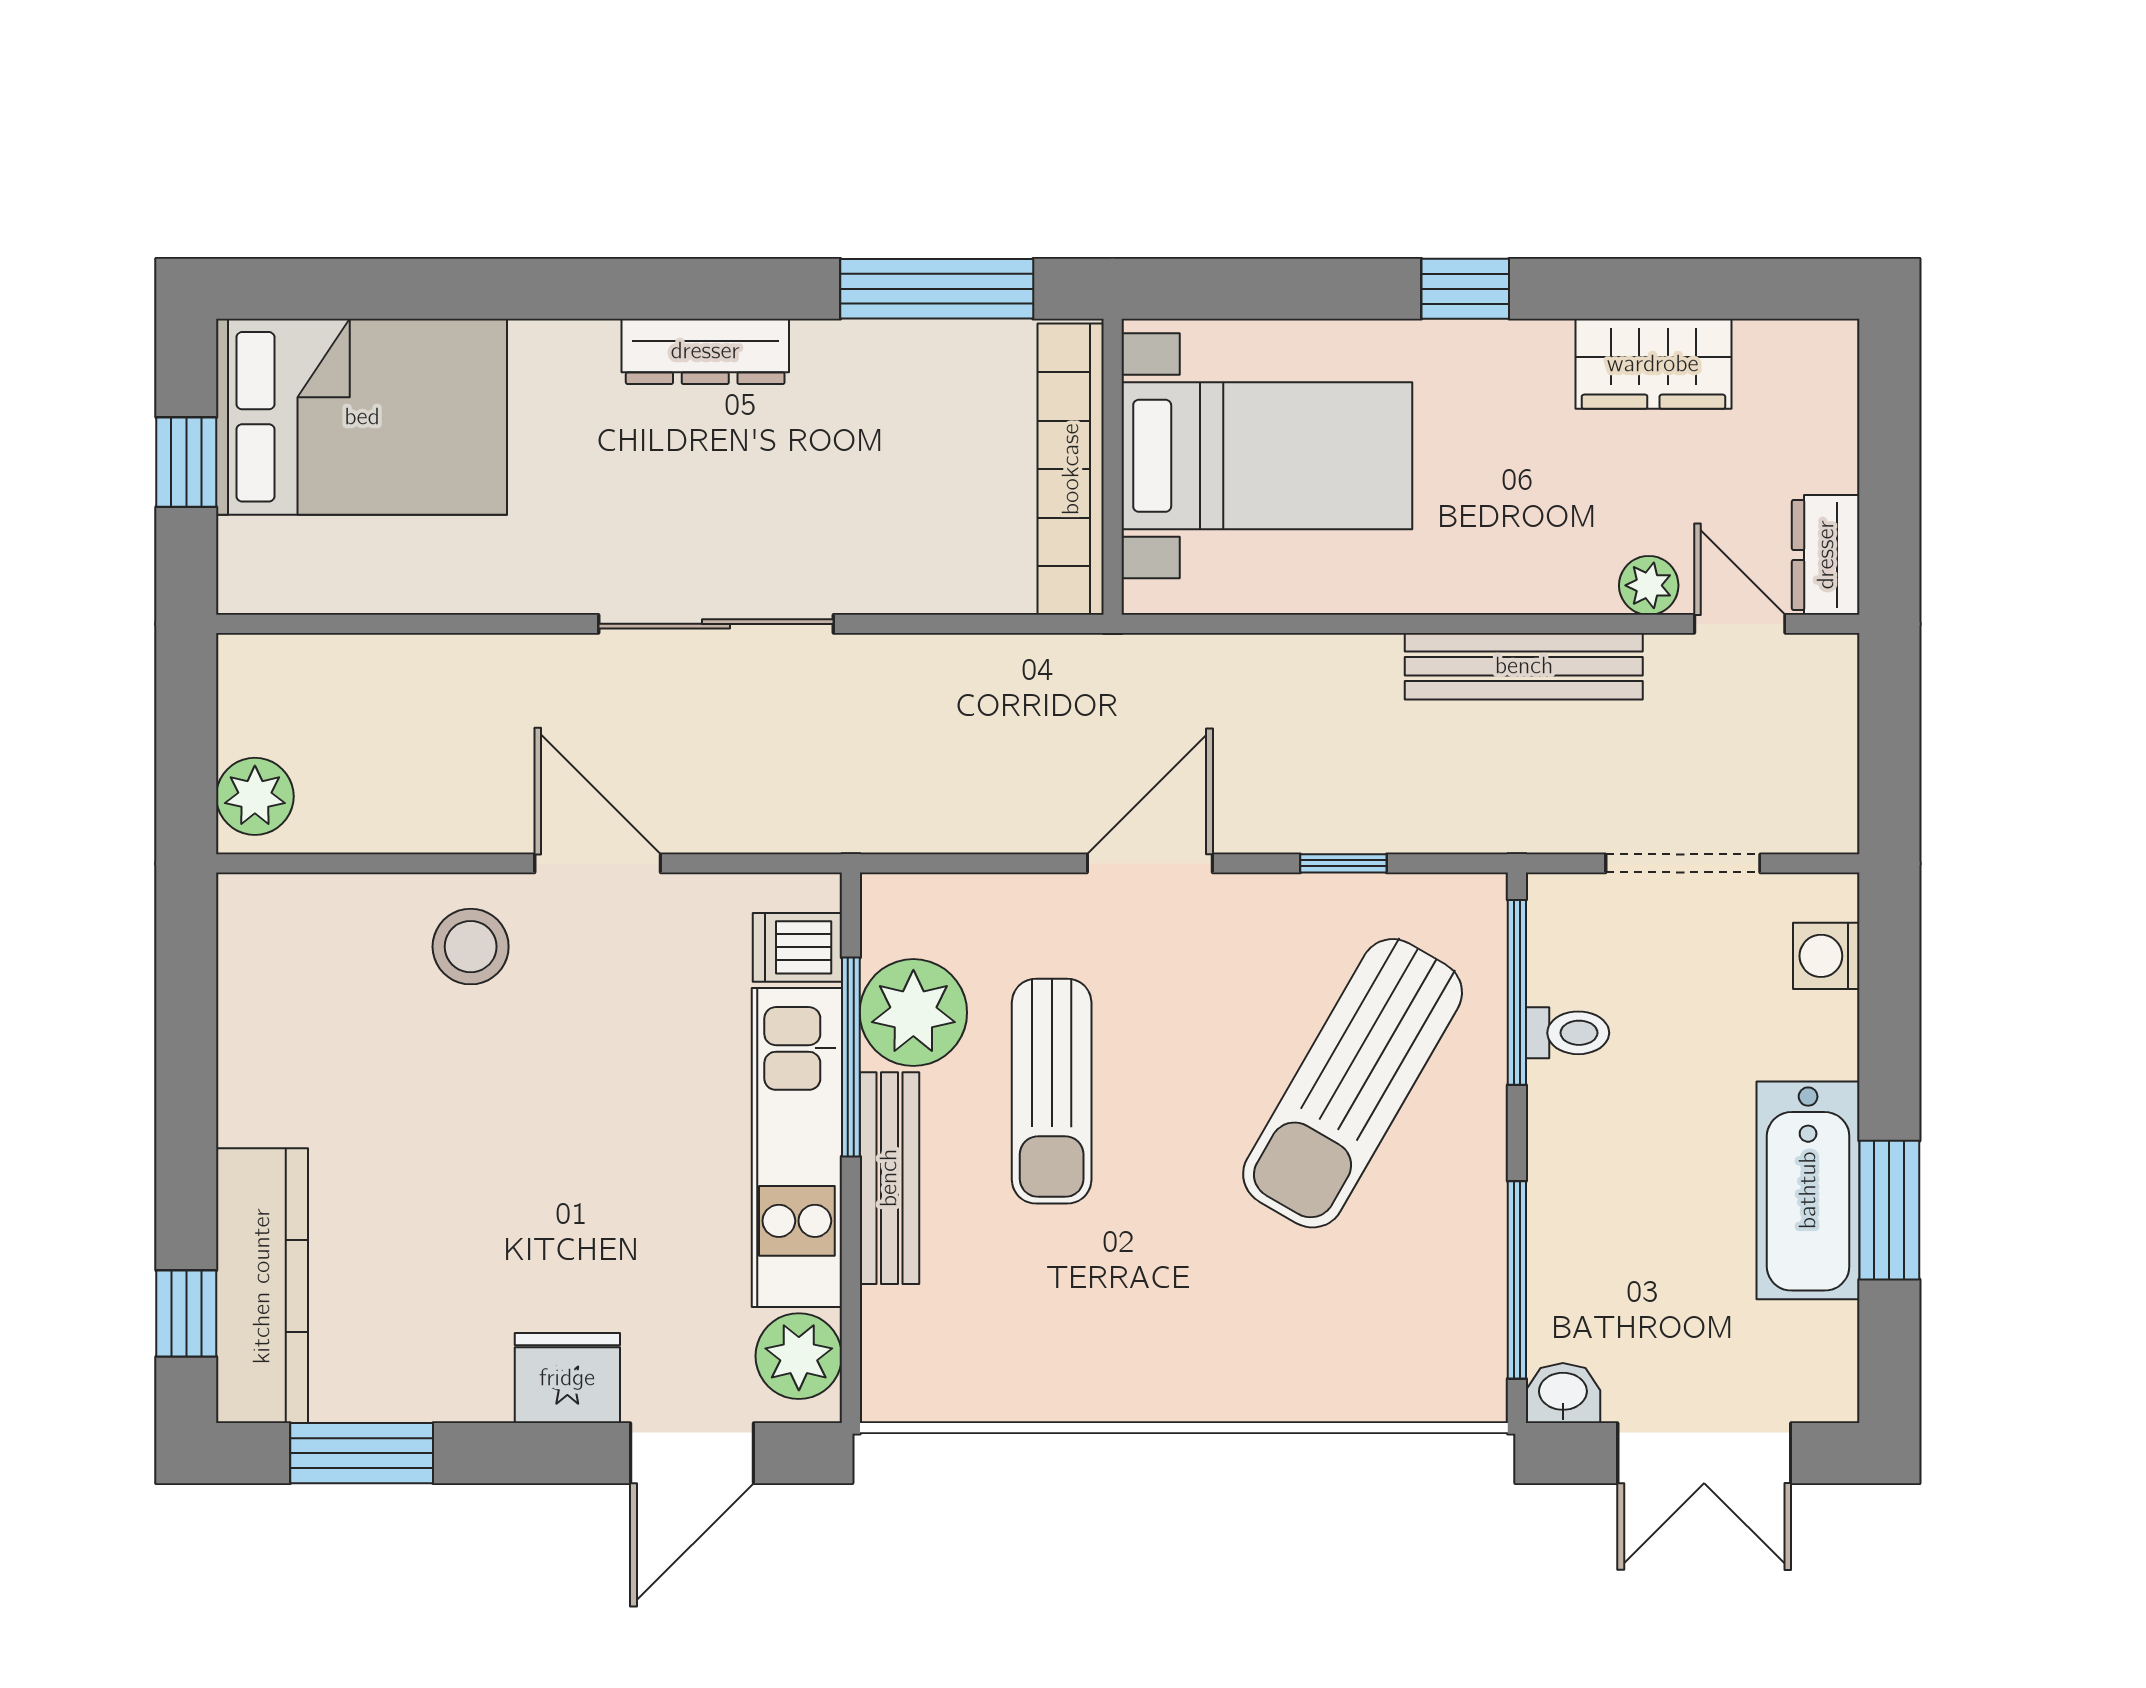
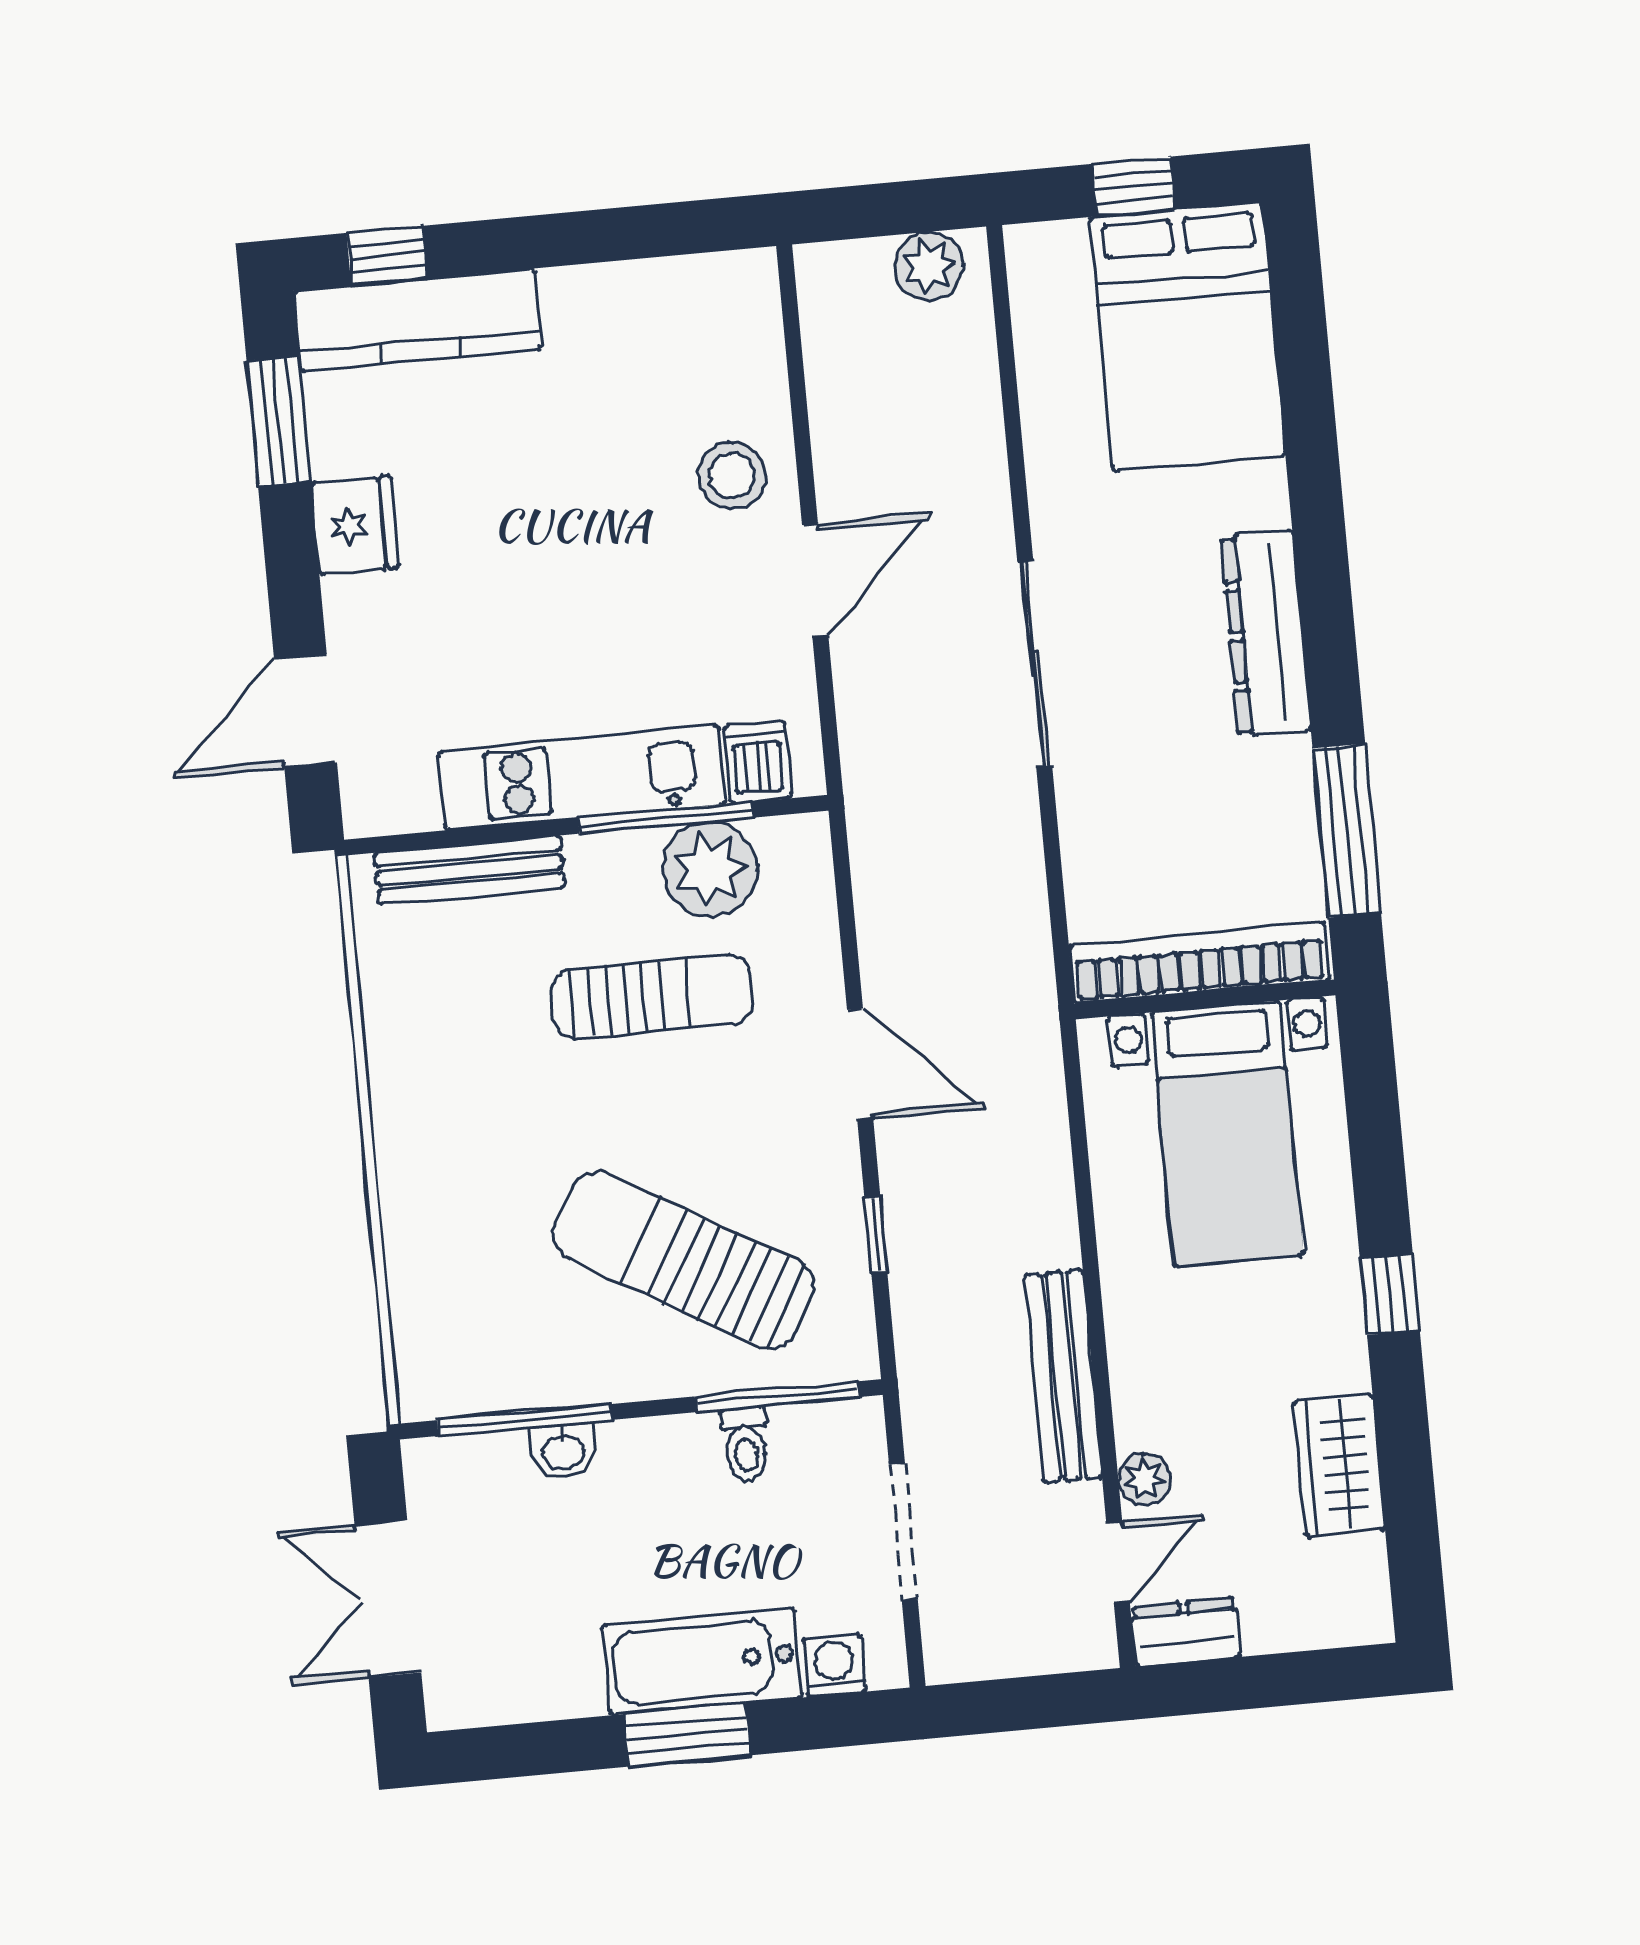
dresser: (705, 351) -> (1266, 633), width x1.37, depth x1.24
plant: (255, 796) -> (929, 266), moved
sun lounger: (1052, 1091) -> (652, 997), turned 180
bench: (889, 1178) -> (470, 870), moved
bathtub: (1808, 1190) -> (702, 1661), moved
window: (1889, 1210) -> (687, 1735), moved
plant: (799, 1356) -> (399, 796), removed
fridge: (567, 1378) -> (355, 525), moved
washbasin: (1563, 1393) -> (563, 1451), moved, turned 90
door: (692, 1453) -> (306, 711), hinge flipped

